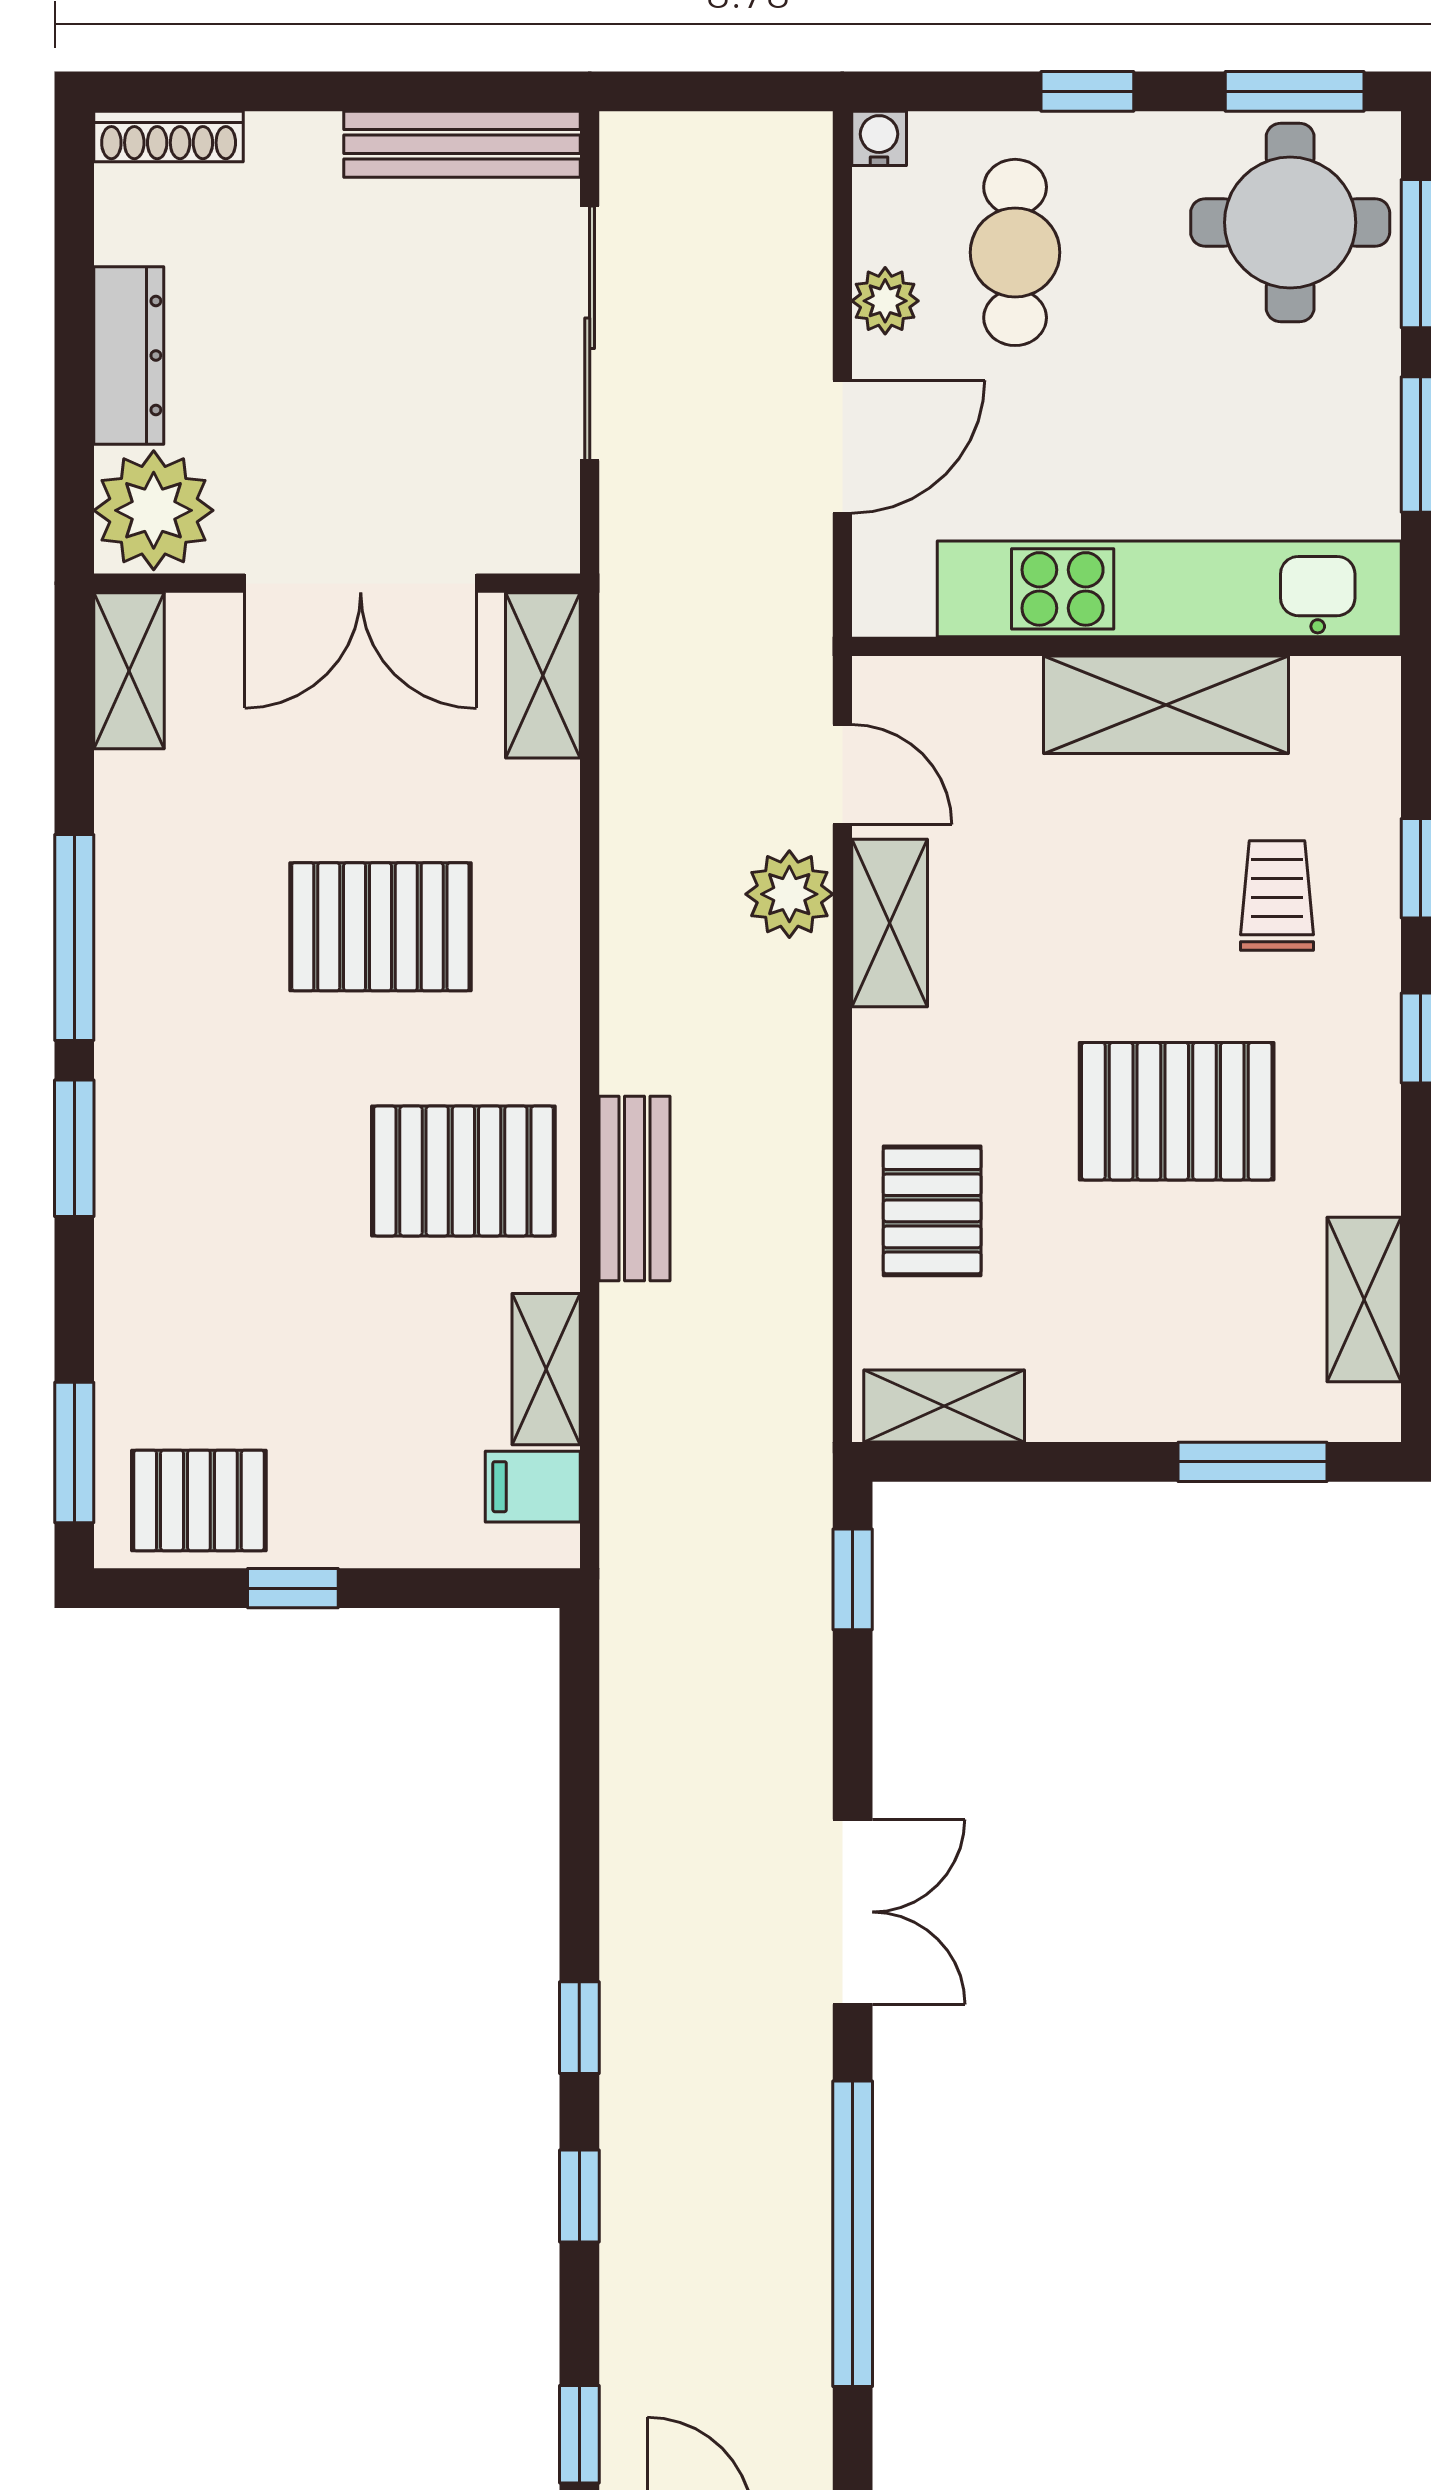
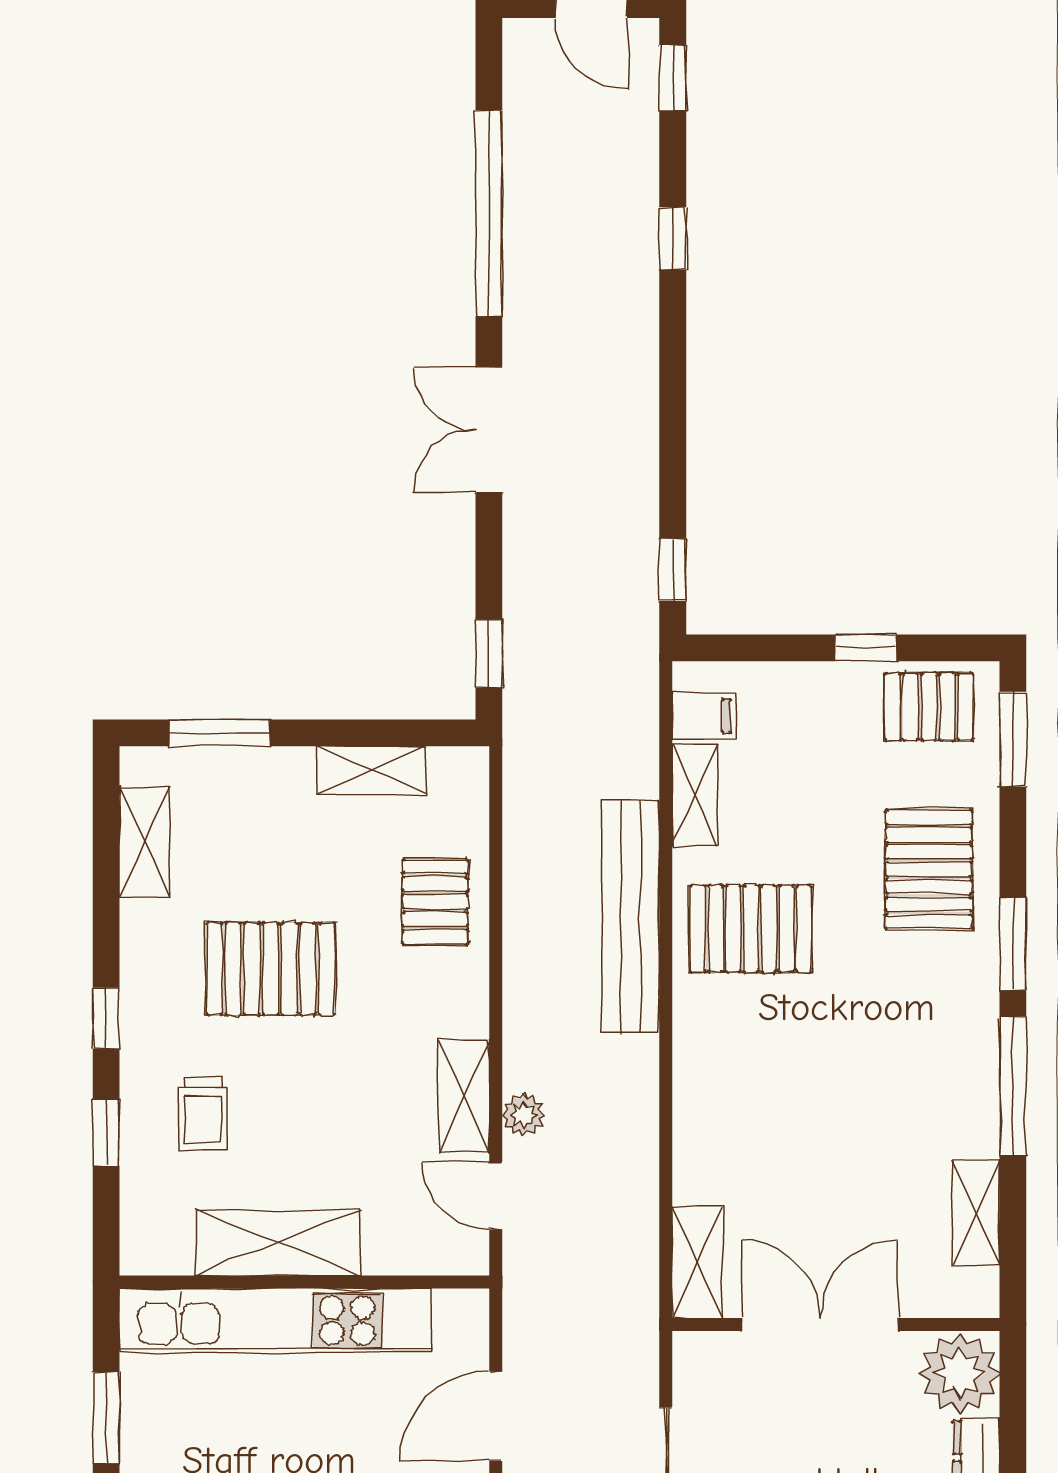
shelving: (129, 671) -> (976, 1213), moved
plant: (789, 894) -> (523, 1115), width x0.73, depth x0.73
pallet: (380, 927) -> (929, 869), moved, turned 90
bench: (634, 1189) -> (631, 917), width x1.86, depth x1.21
shelving: (944, 1406) -> (371, 770), moved
window: (579, 2028) -> (673, 570), moved

